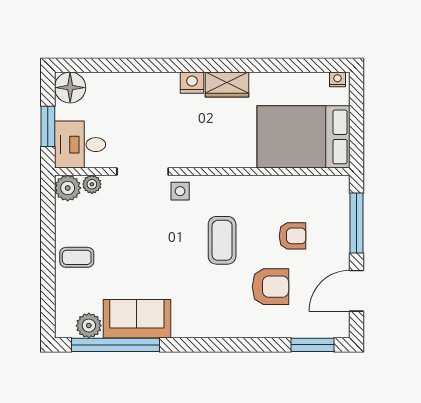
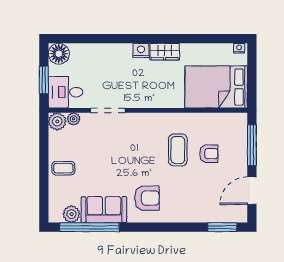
side table: (180, 191) -> (133, 124), removed
coffee table: (222, 240) -> (178, 150), moved
armchair: (271, 287) -> (147, 198), moved

